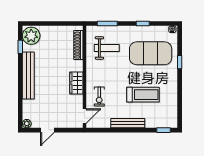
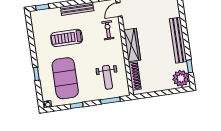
weight bench: (107, 48) -> (107, 77), turned -90
exercise mat: (151, 53) -> (65, 78), turned 90
wardrobe: (76, 83) -> (132, 45), width x1.50

